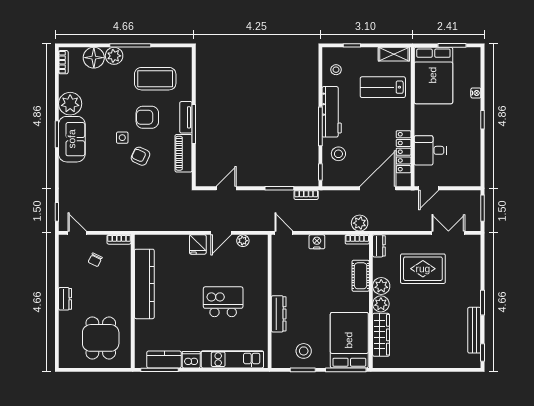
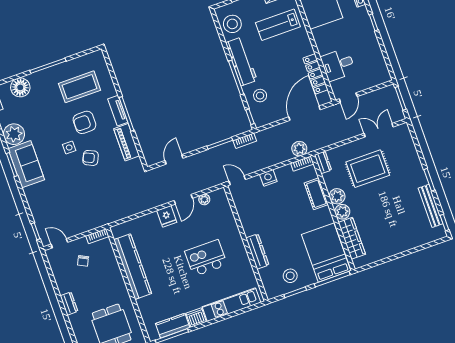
plant: (114, 56) -> (37, 80), removed
stool: (336, 70) -> (232, 24), width x1.89, depth x1.89

